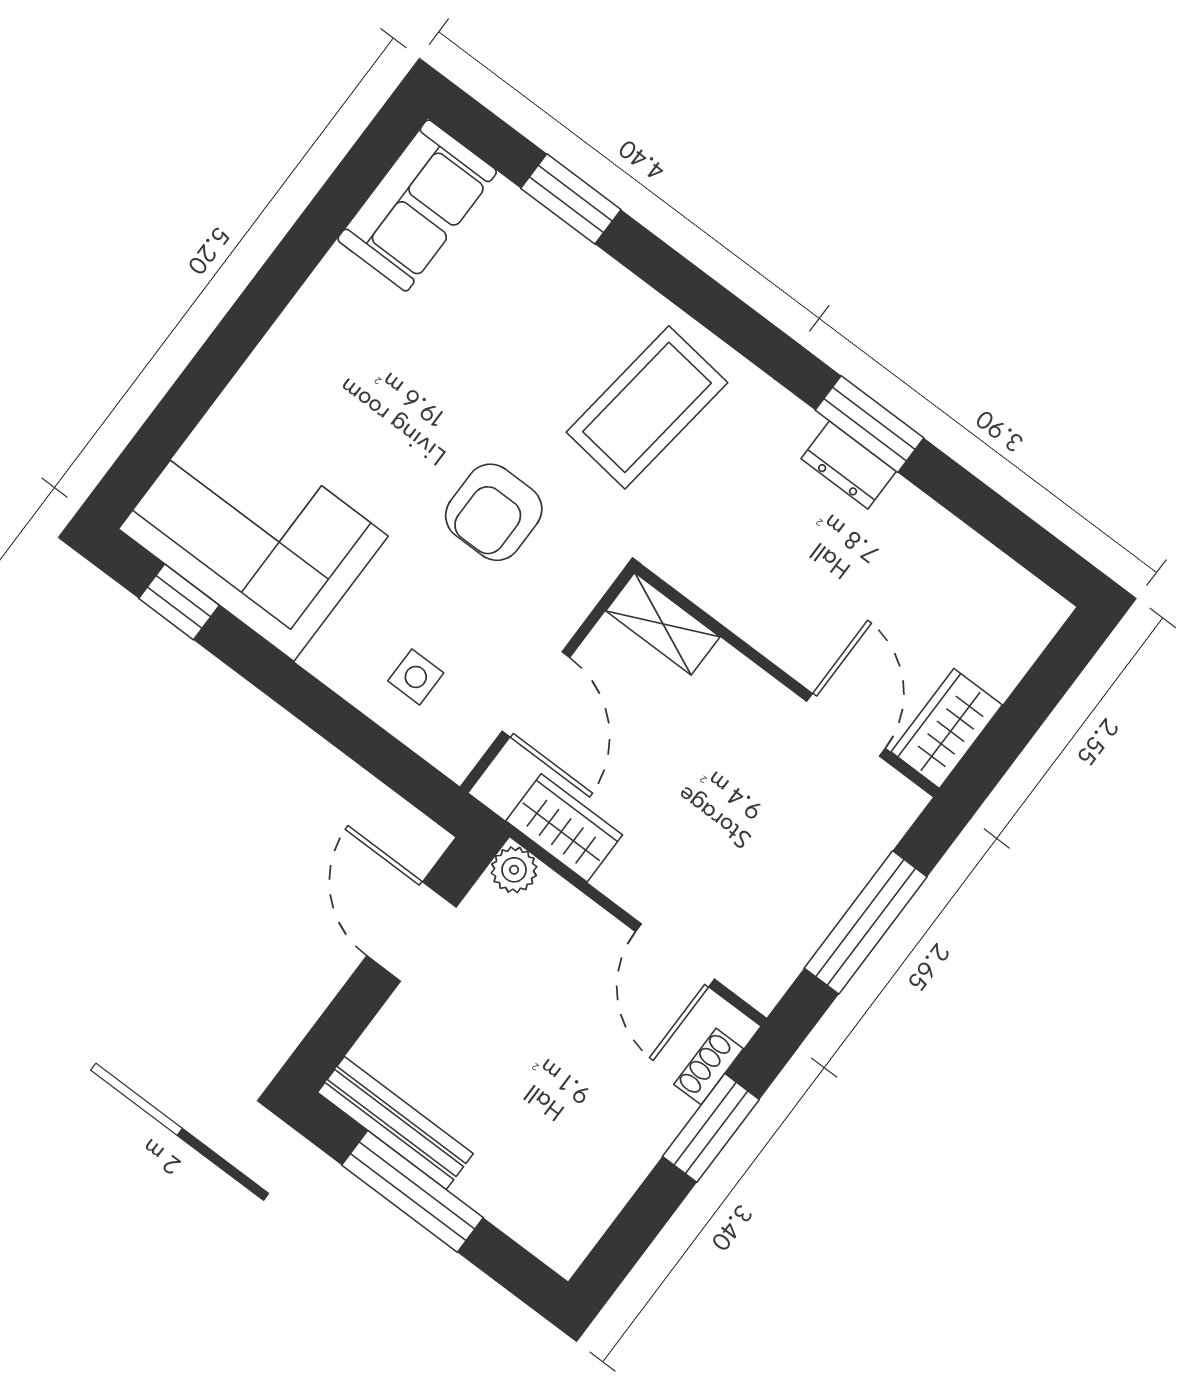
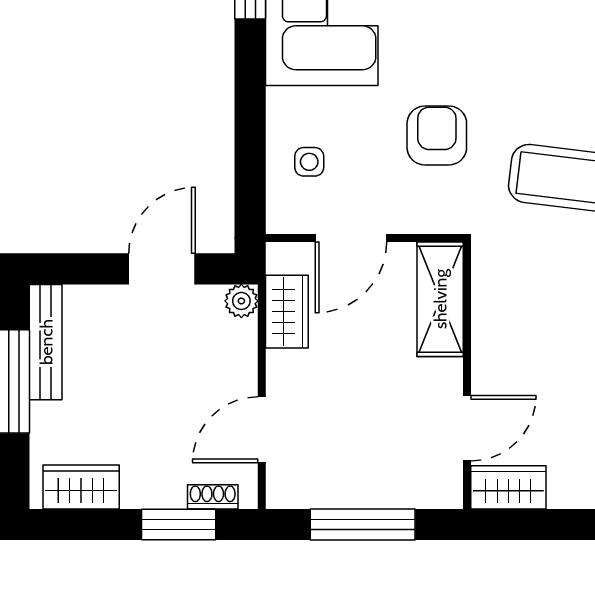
armchair: (494, 512) -> (437, 135), turned 90
shelving: (663, 624) -> (440, 299), width x1.50, depth x1.33
wardrobe: (587, 1205) -> (81, 487), added

